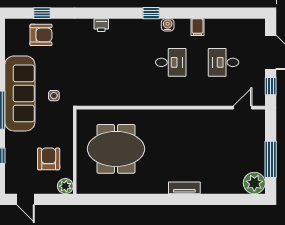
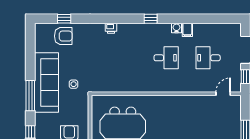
water cooler: (168, 25) -> (177, 28), moved

